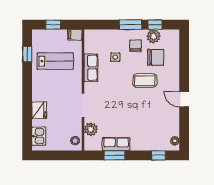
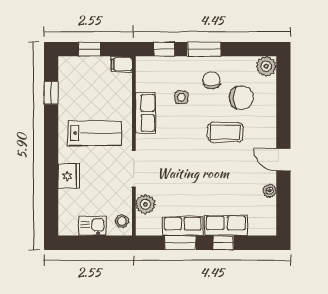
window: (155, 25) -> (164, 49), moved
plant: (154, 36) -> (266, 66), moved
lab bench: (55, 61) -> (95, 133), moved
kitchen sink: (39, 136) -> (93, 226), moved, turned -90
plant: (175, 141) -> (270, 191), moved
row of seats: (145, 144) -> (226, 225), added
window: (159, 155) -> (223, 243), moved

